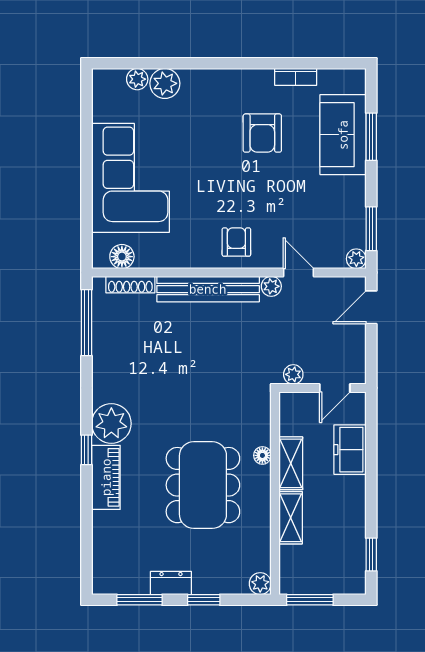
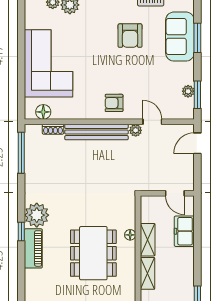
armchair: (236, 242) -> (114, 103), turned -90
plant: (356, 259) -> (188, 91), moved
shoe rack: (130, 285) -> (53, 129), width x0.70
plant: (293, 374) -> (149, 185), removed
door: (335, 388) -> (175, 193), hinge flipped

